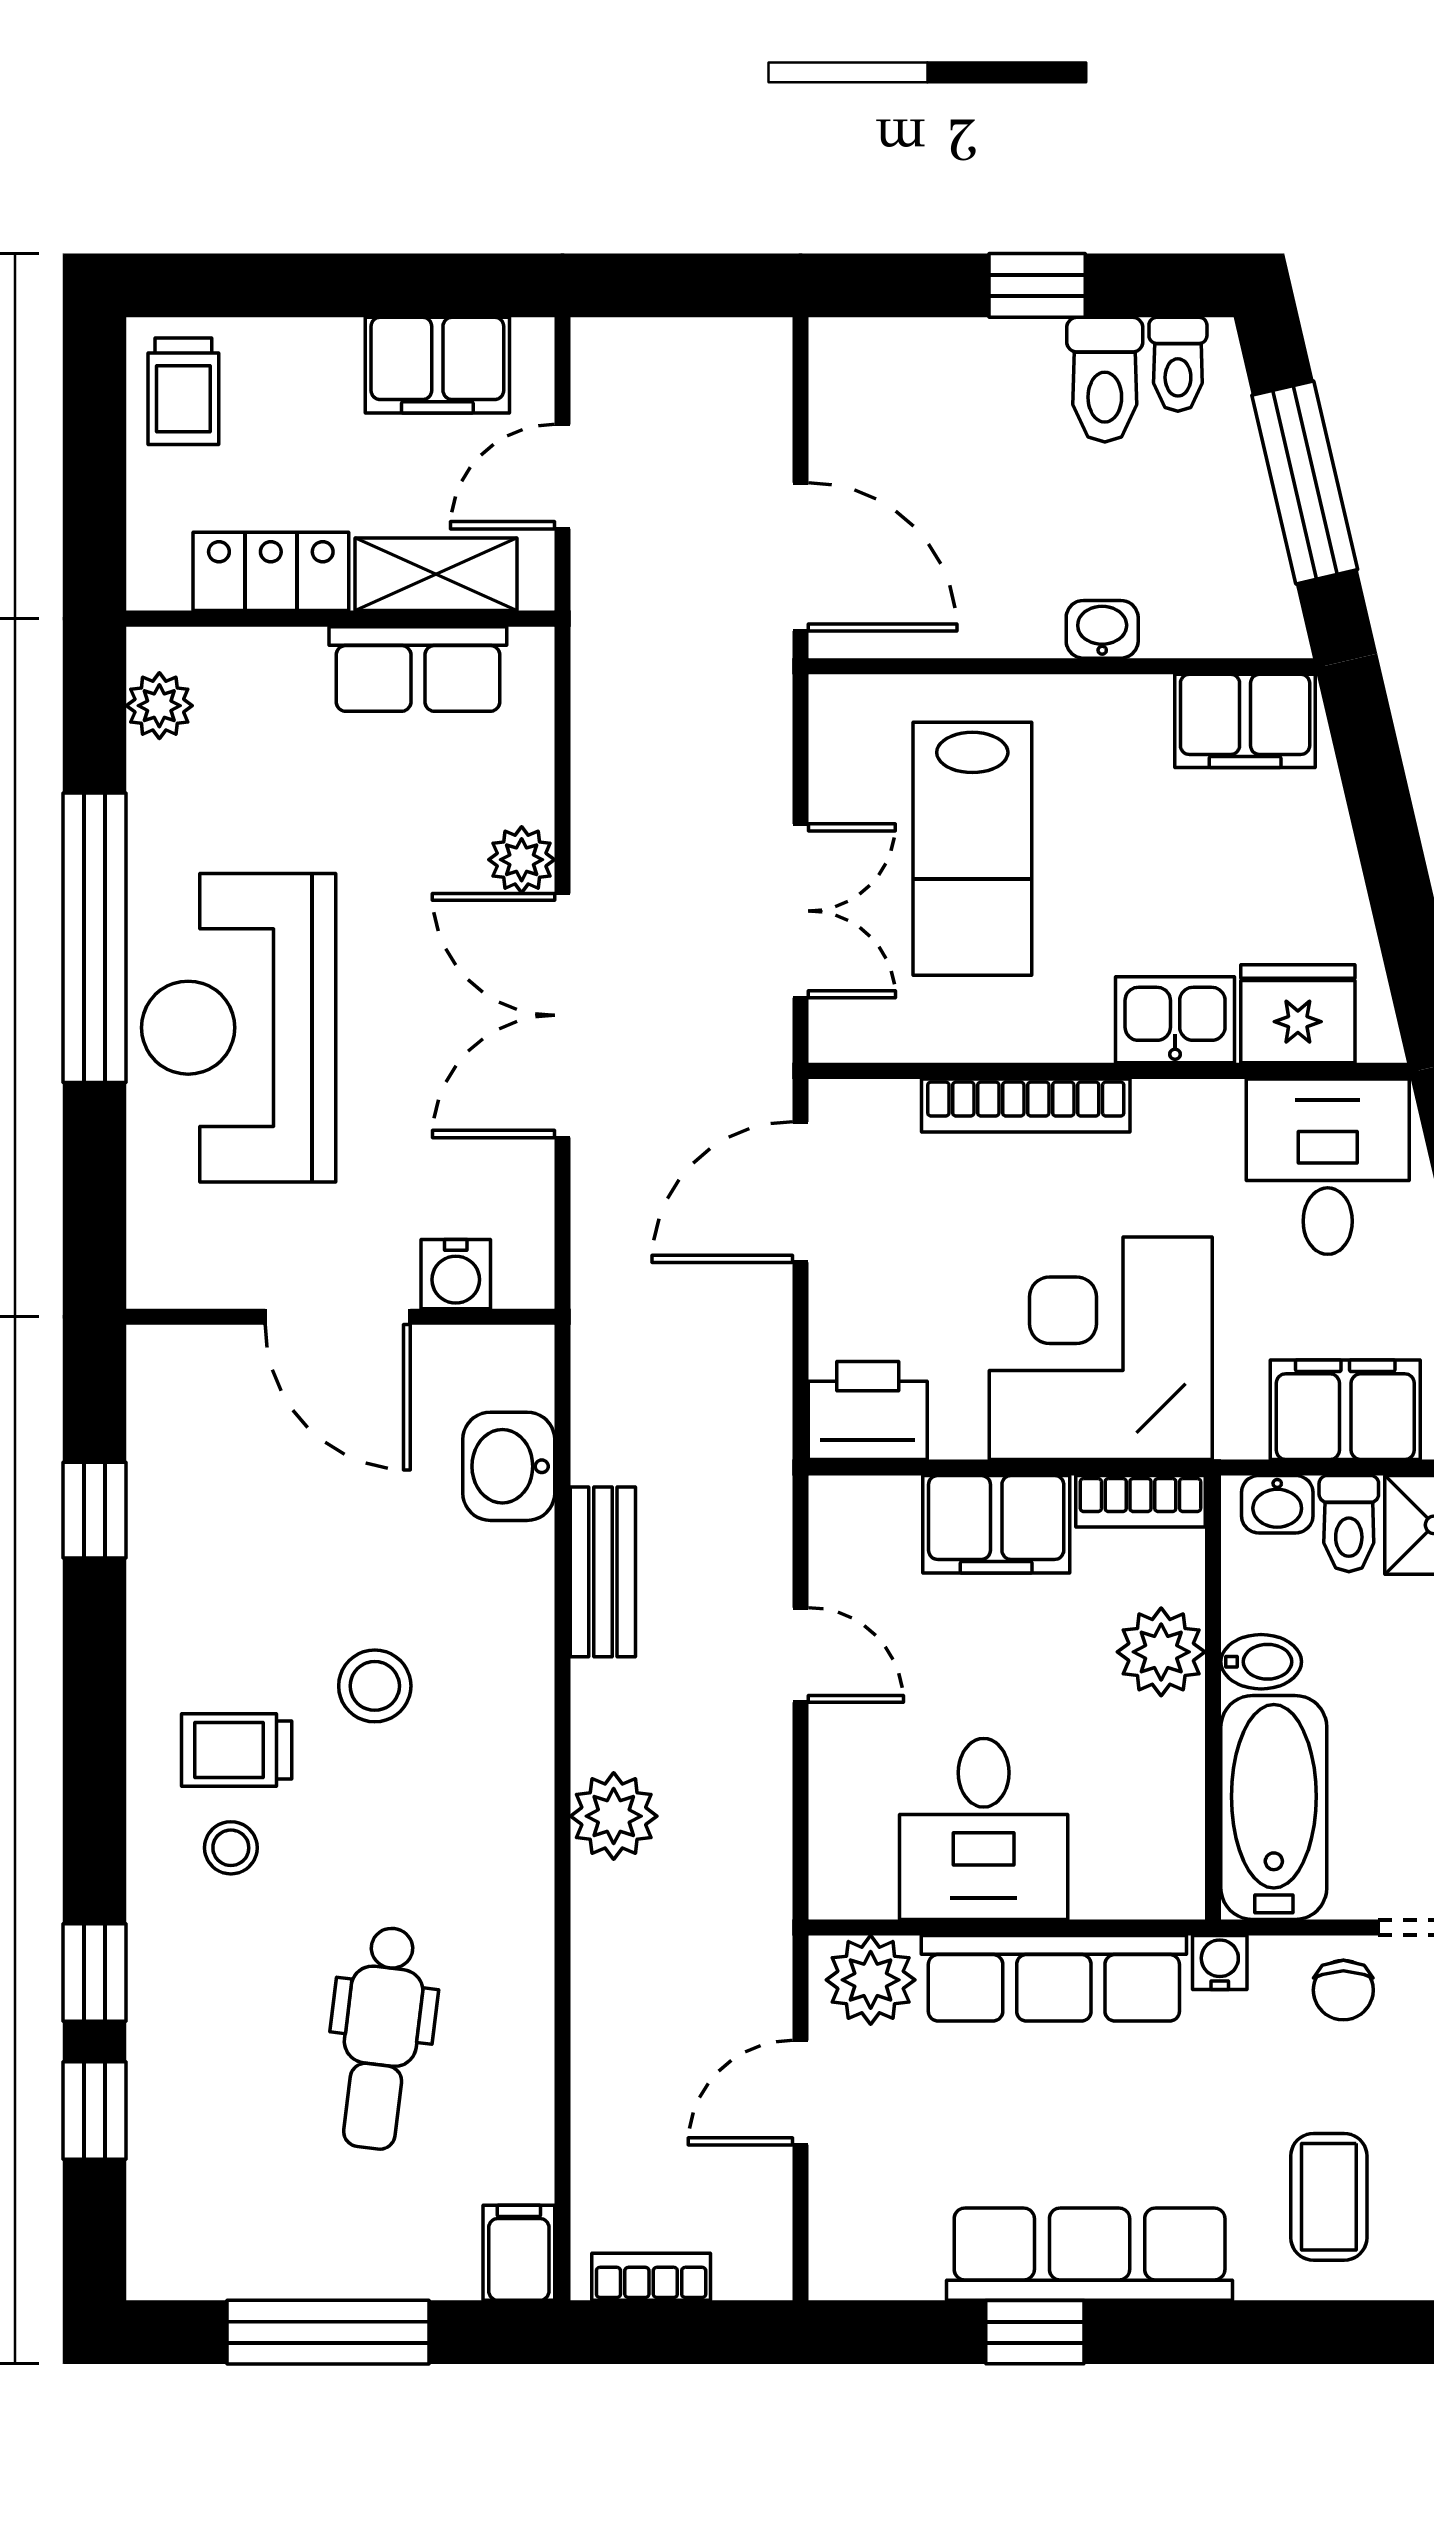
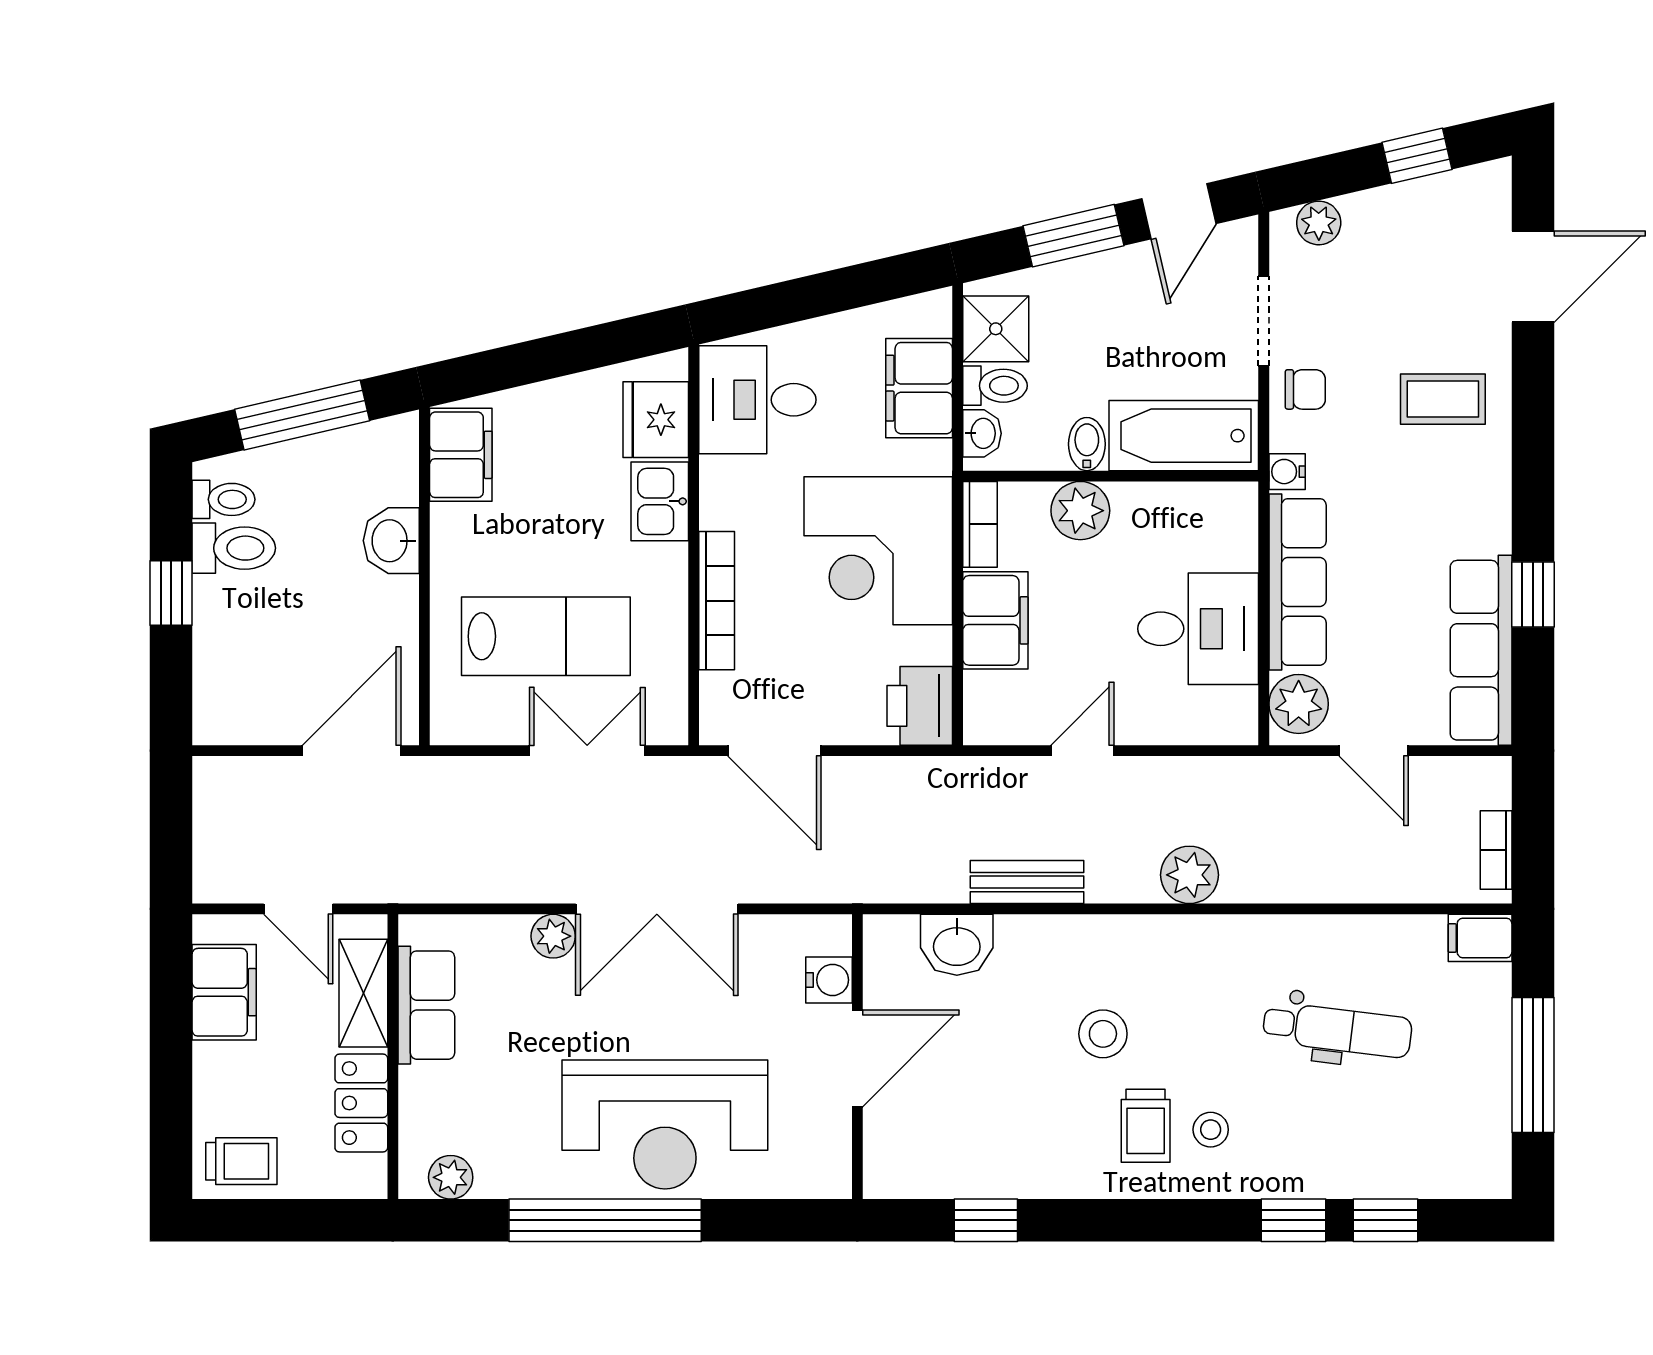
washbasin: (1102, 629) -> (391, 541), width x1.38, depth x1.45
row of seats: (1090, 2254) -> (1481, 650), moved

